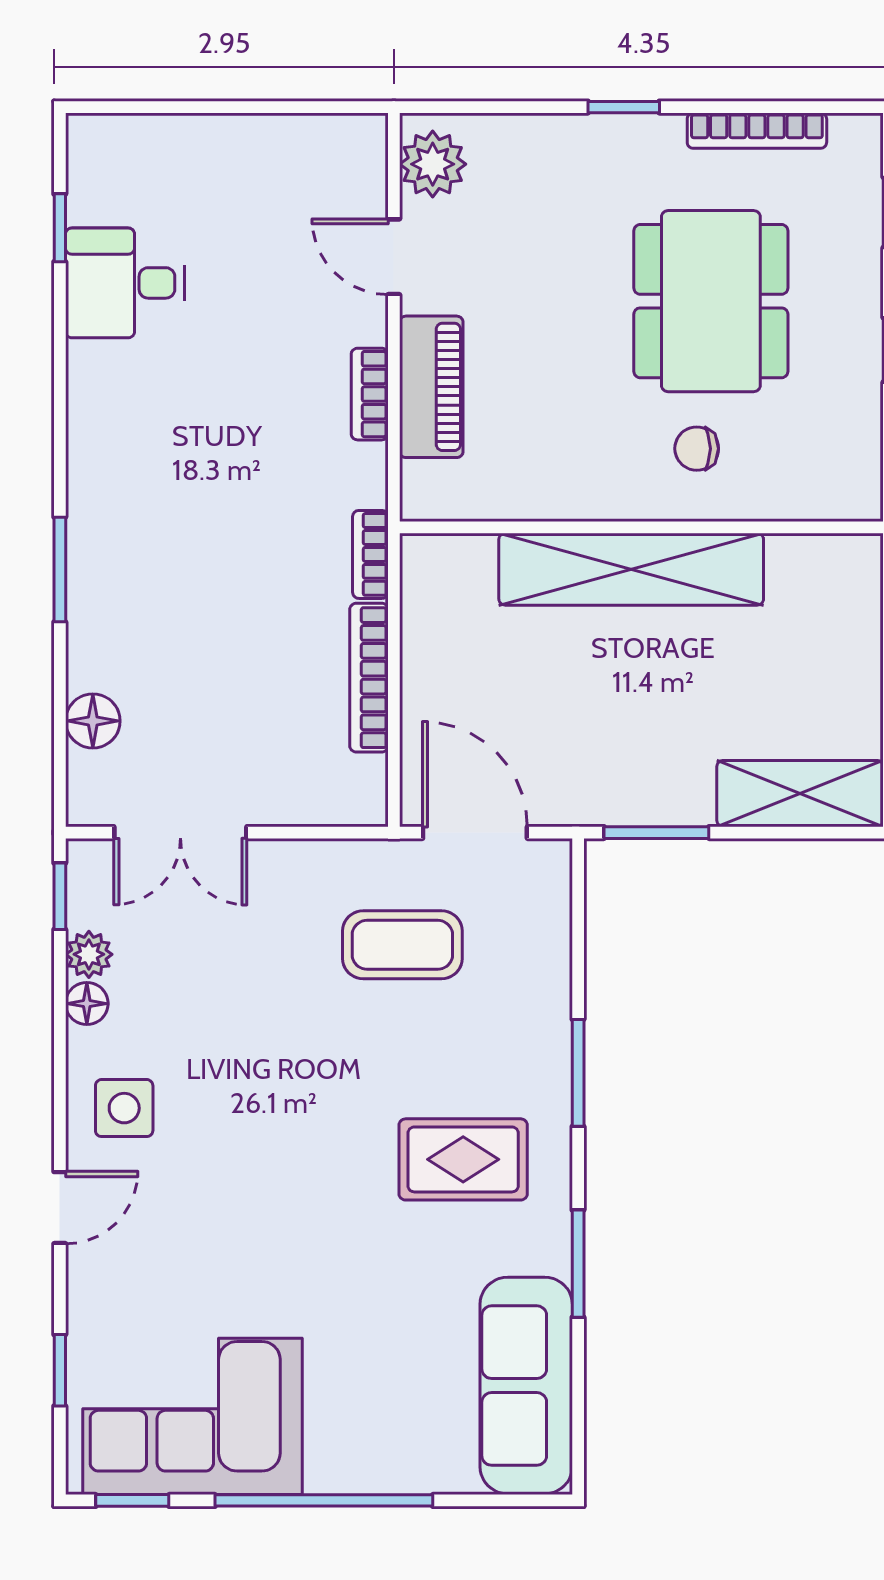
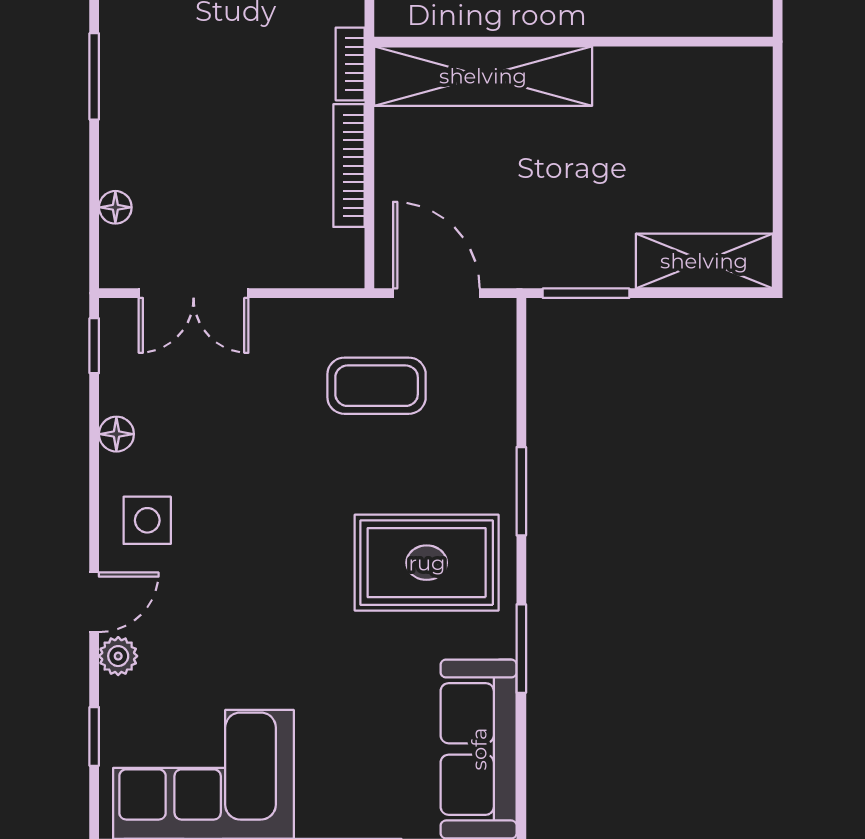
shelving: (631, 569) -> (483, 76), moved
floor lamp: (93, 721) -> (115, 207), width x0.73, depth x0.73
plant: (89, 954) -> (118, 656), moved
rug: (463, 1159) -> (427, 563), width x1.36, depth x1.43

